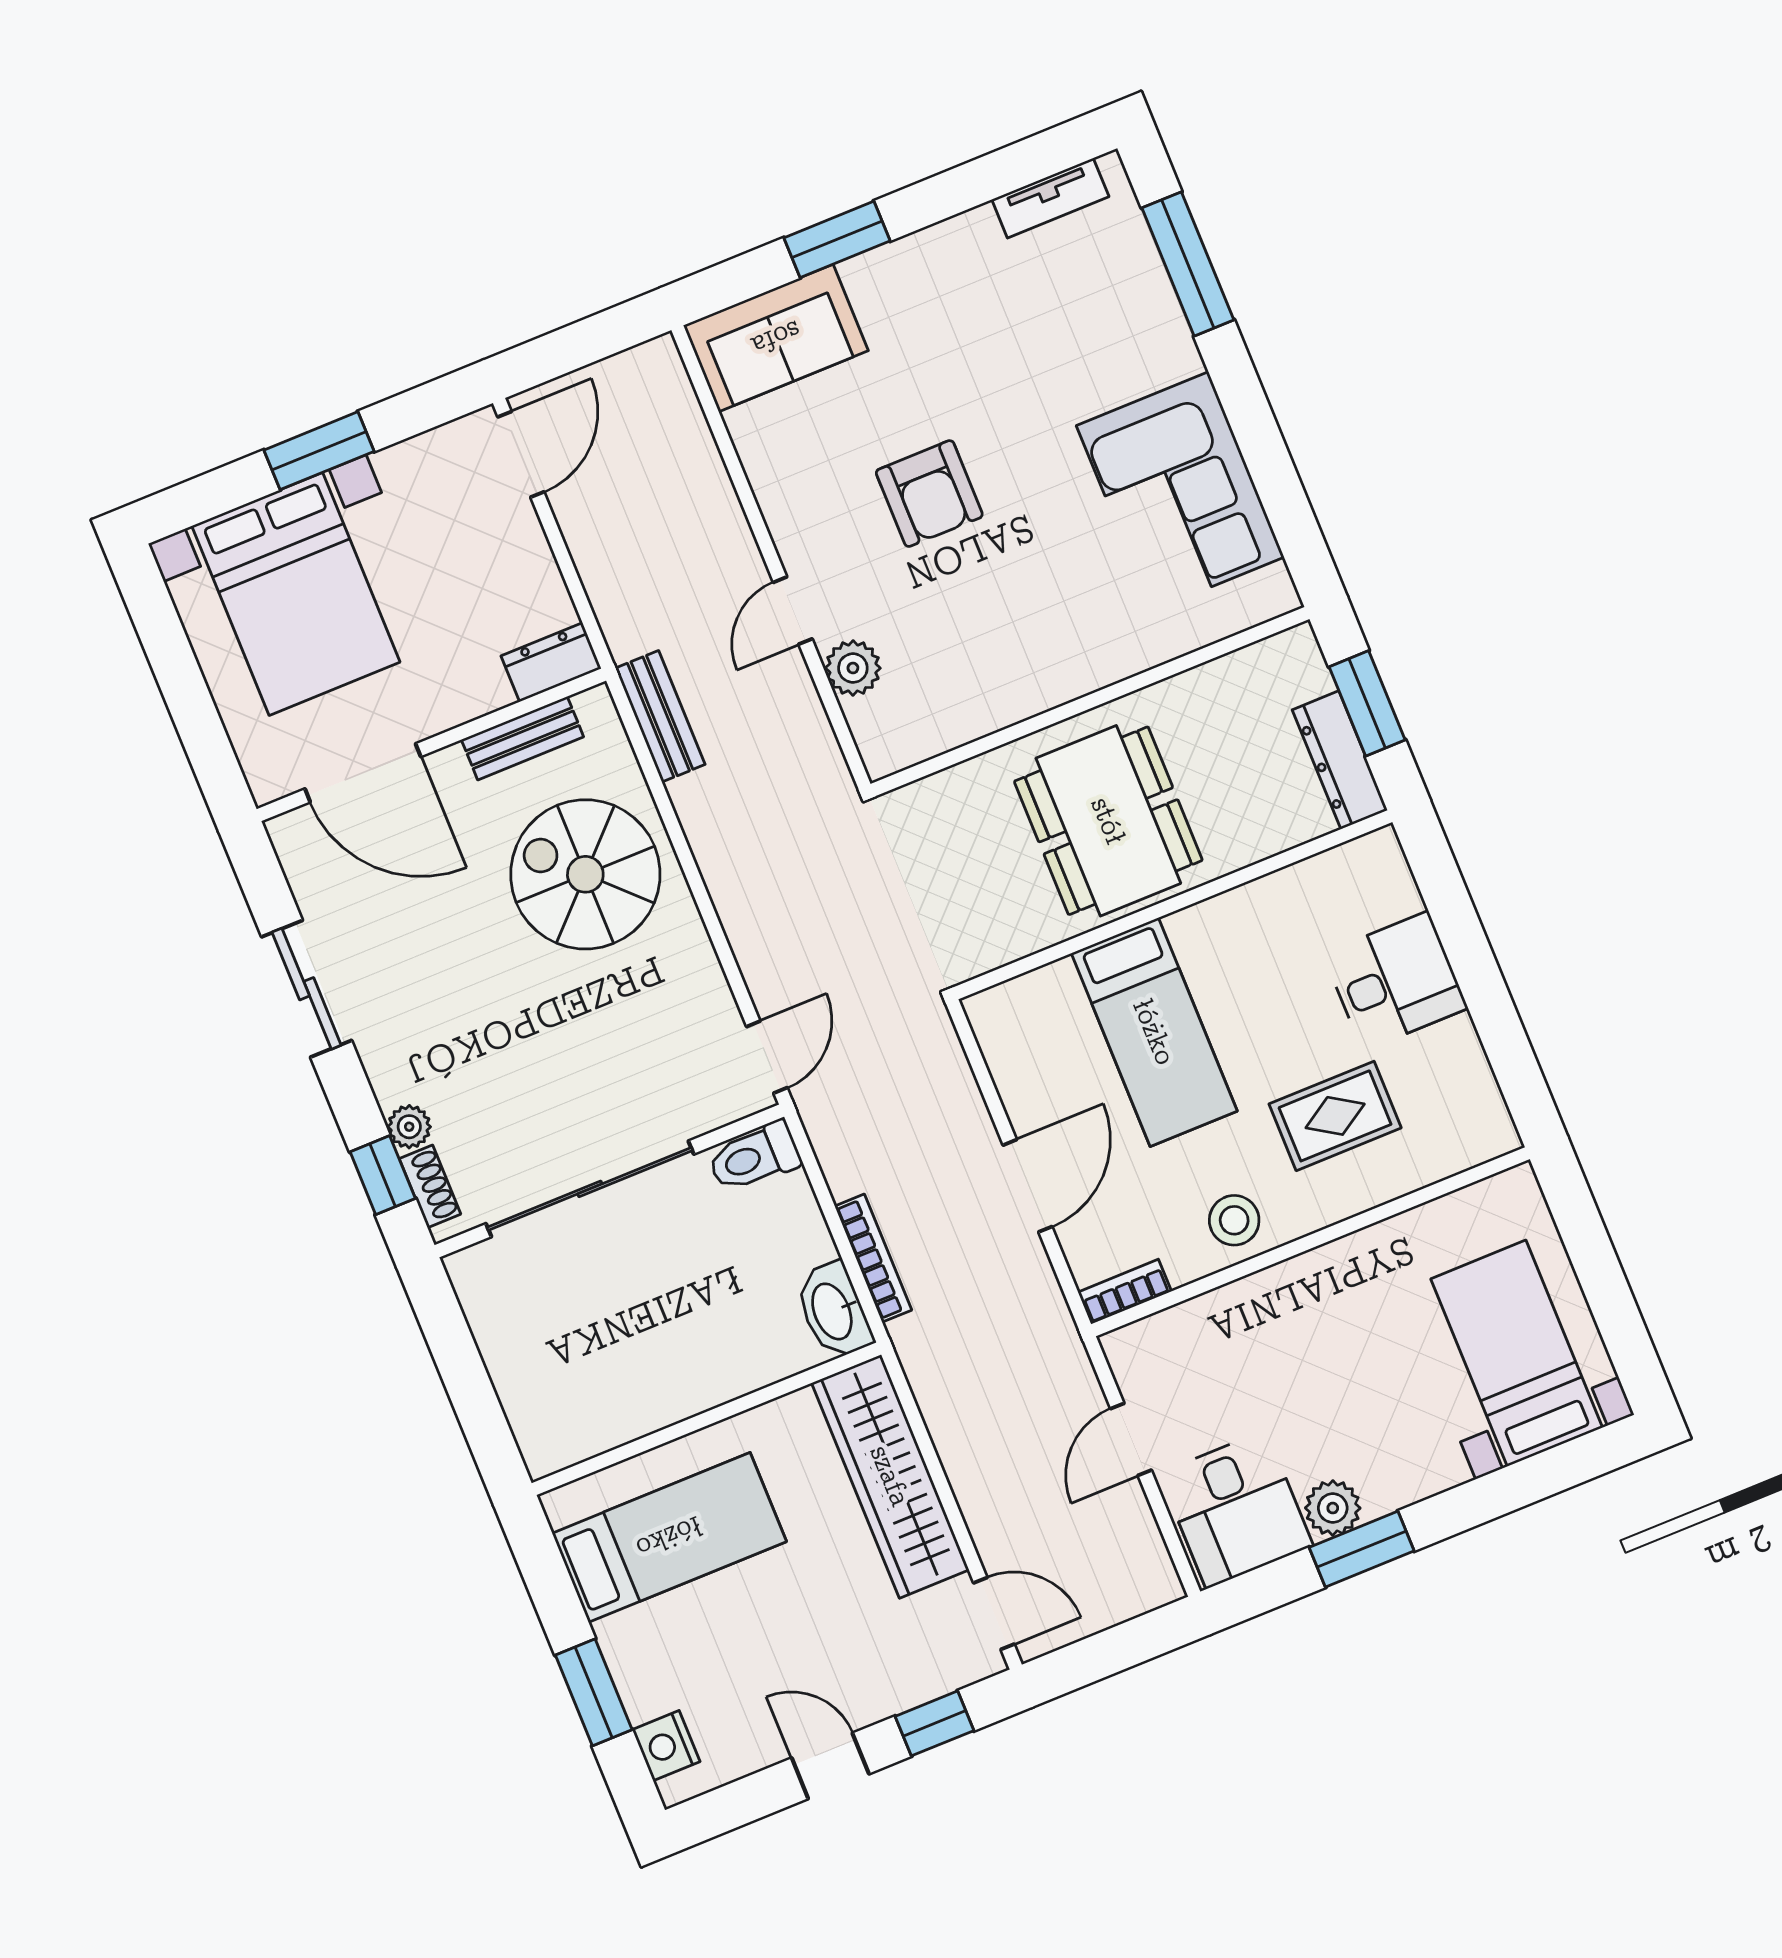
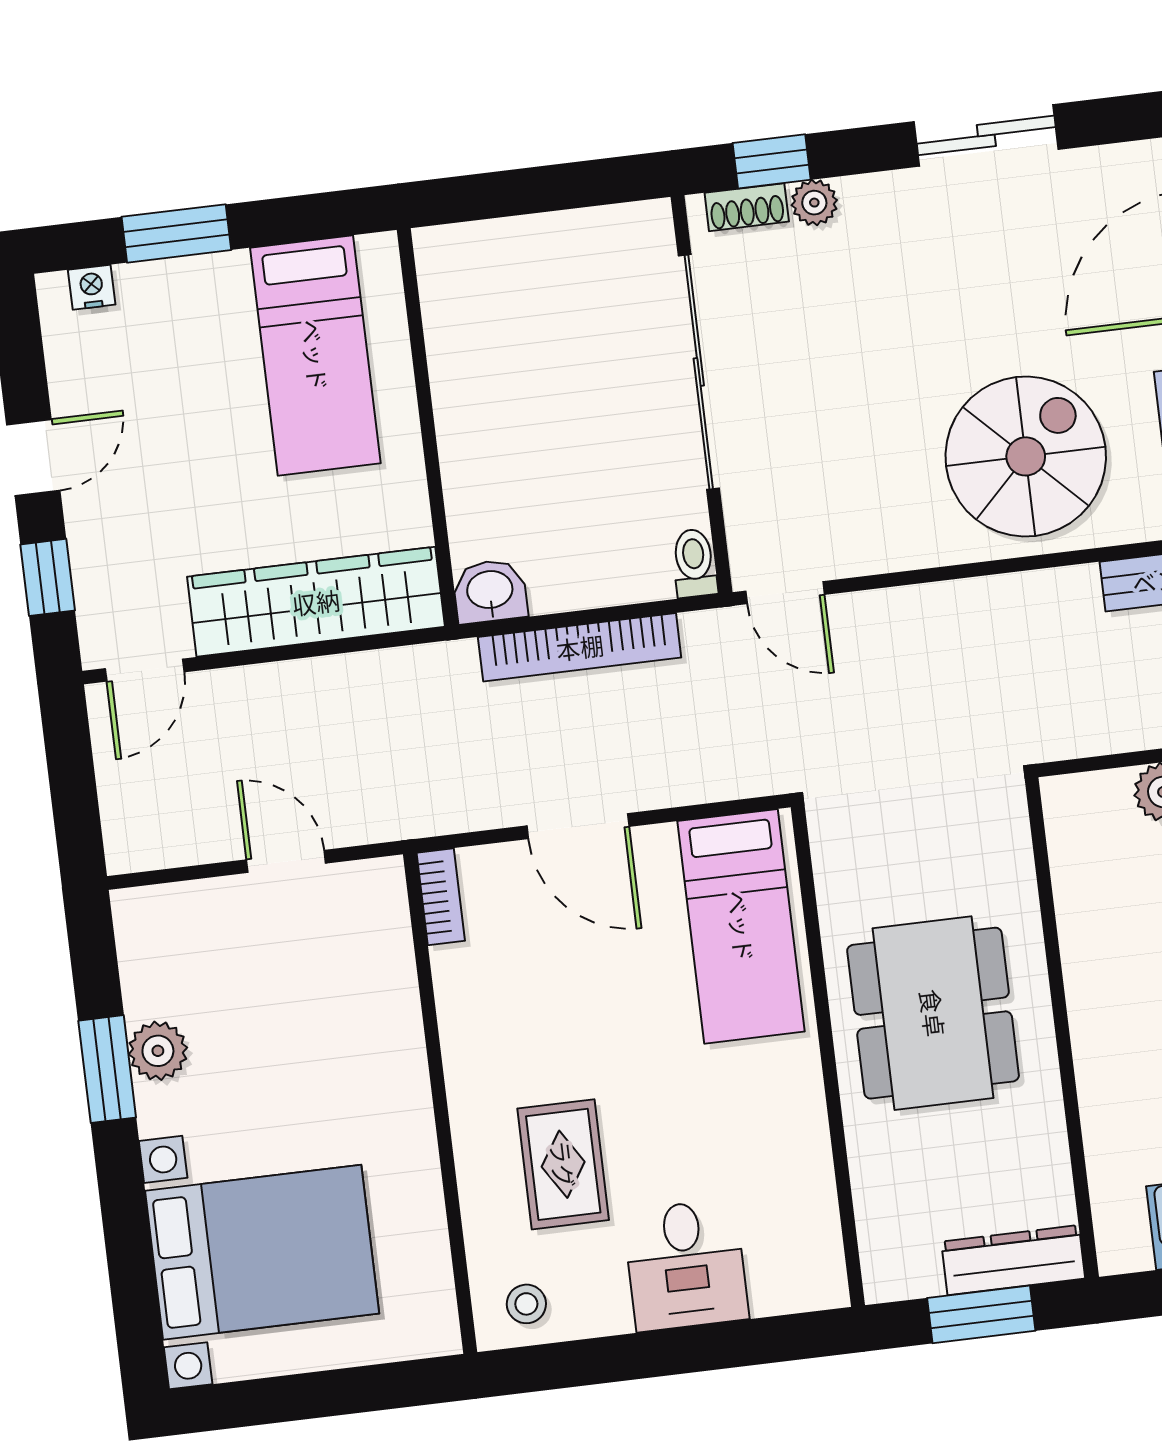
dresser: (1340, 760) -> (1013, 1260), moved
dining table: (1108, 821) -> (933, 1013), turned 90
bed: (1154, 1032) -> (741, 926), moved, turned -90
toilet: (754, 1157) -> (694, 563), width x0.73, depth x0.72
stool: (1234, 1220) -> (526, 1304), moved, width x0.73, depth x0.73
bookcase: (873, 1258) -> (580, 647), width x1.48, depth x1.31
washbasin: (833, 1311) -> (490, 591), width x0.72
bed with nightstands: (1517, 1353) -> (262, 1252), width x1.36
desk: (1236, 1509) -> (184, 950), removed
nightstand: (666, 1746) -> (92, 287), width x0.72, depth x0.74

